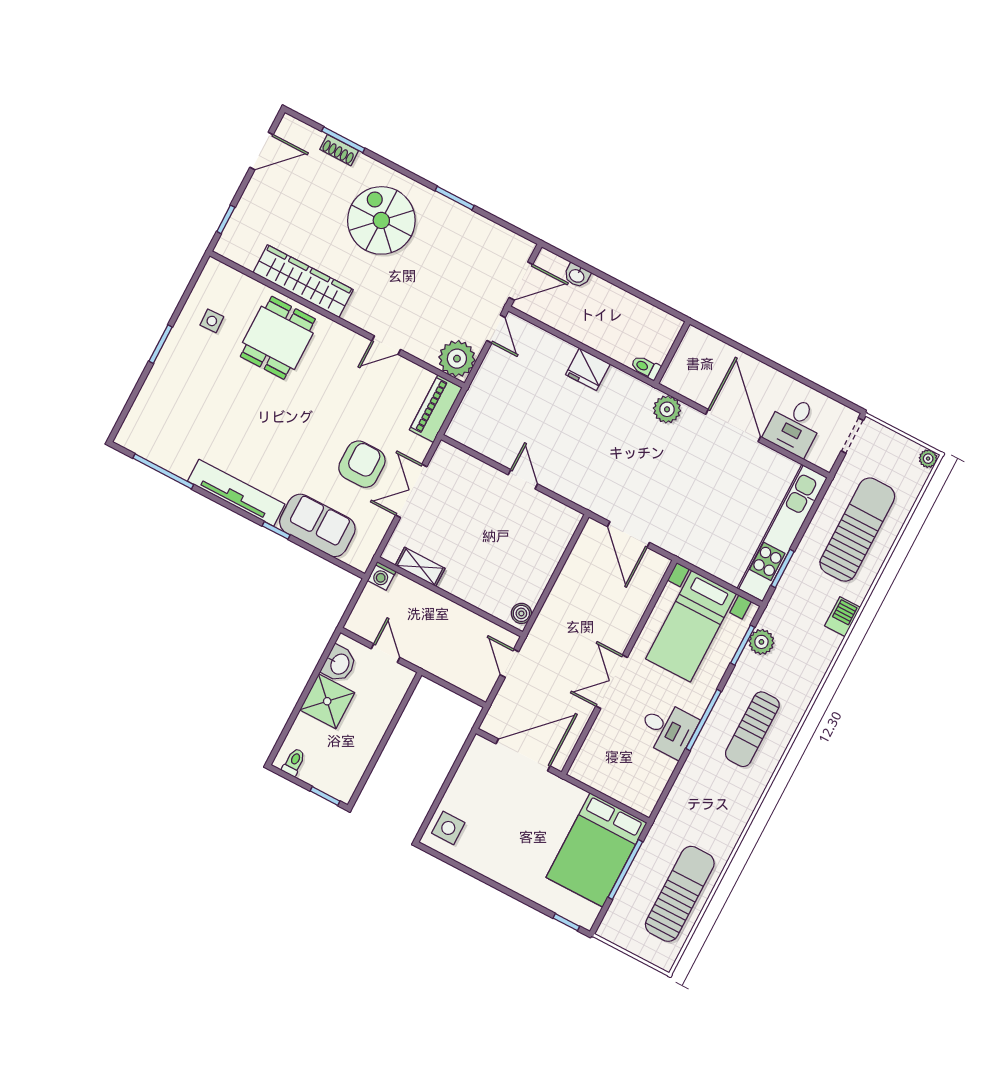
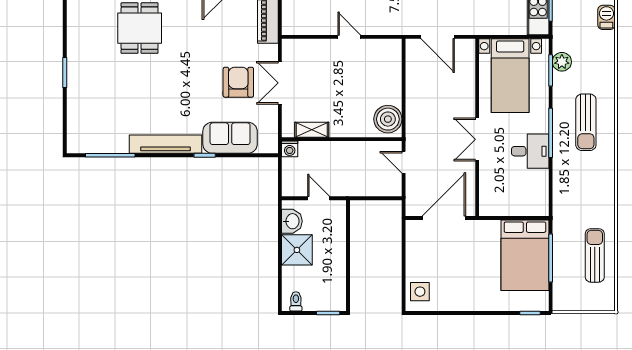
side table: (212, 321) -> (90, 40), removed
boiler: (521, 613) -> (388, 119), width x1.86, depth x1.86
sun lounger: (680, 894) -> (595, 255), width x0.73, depth x0.75

